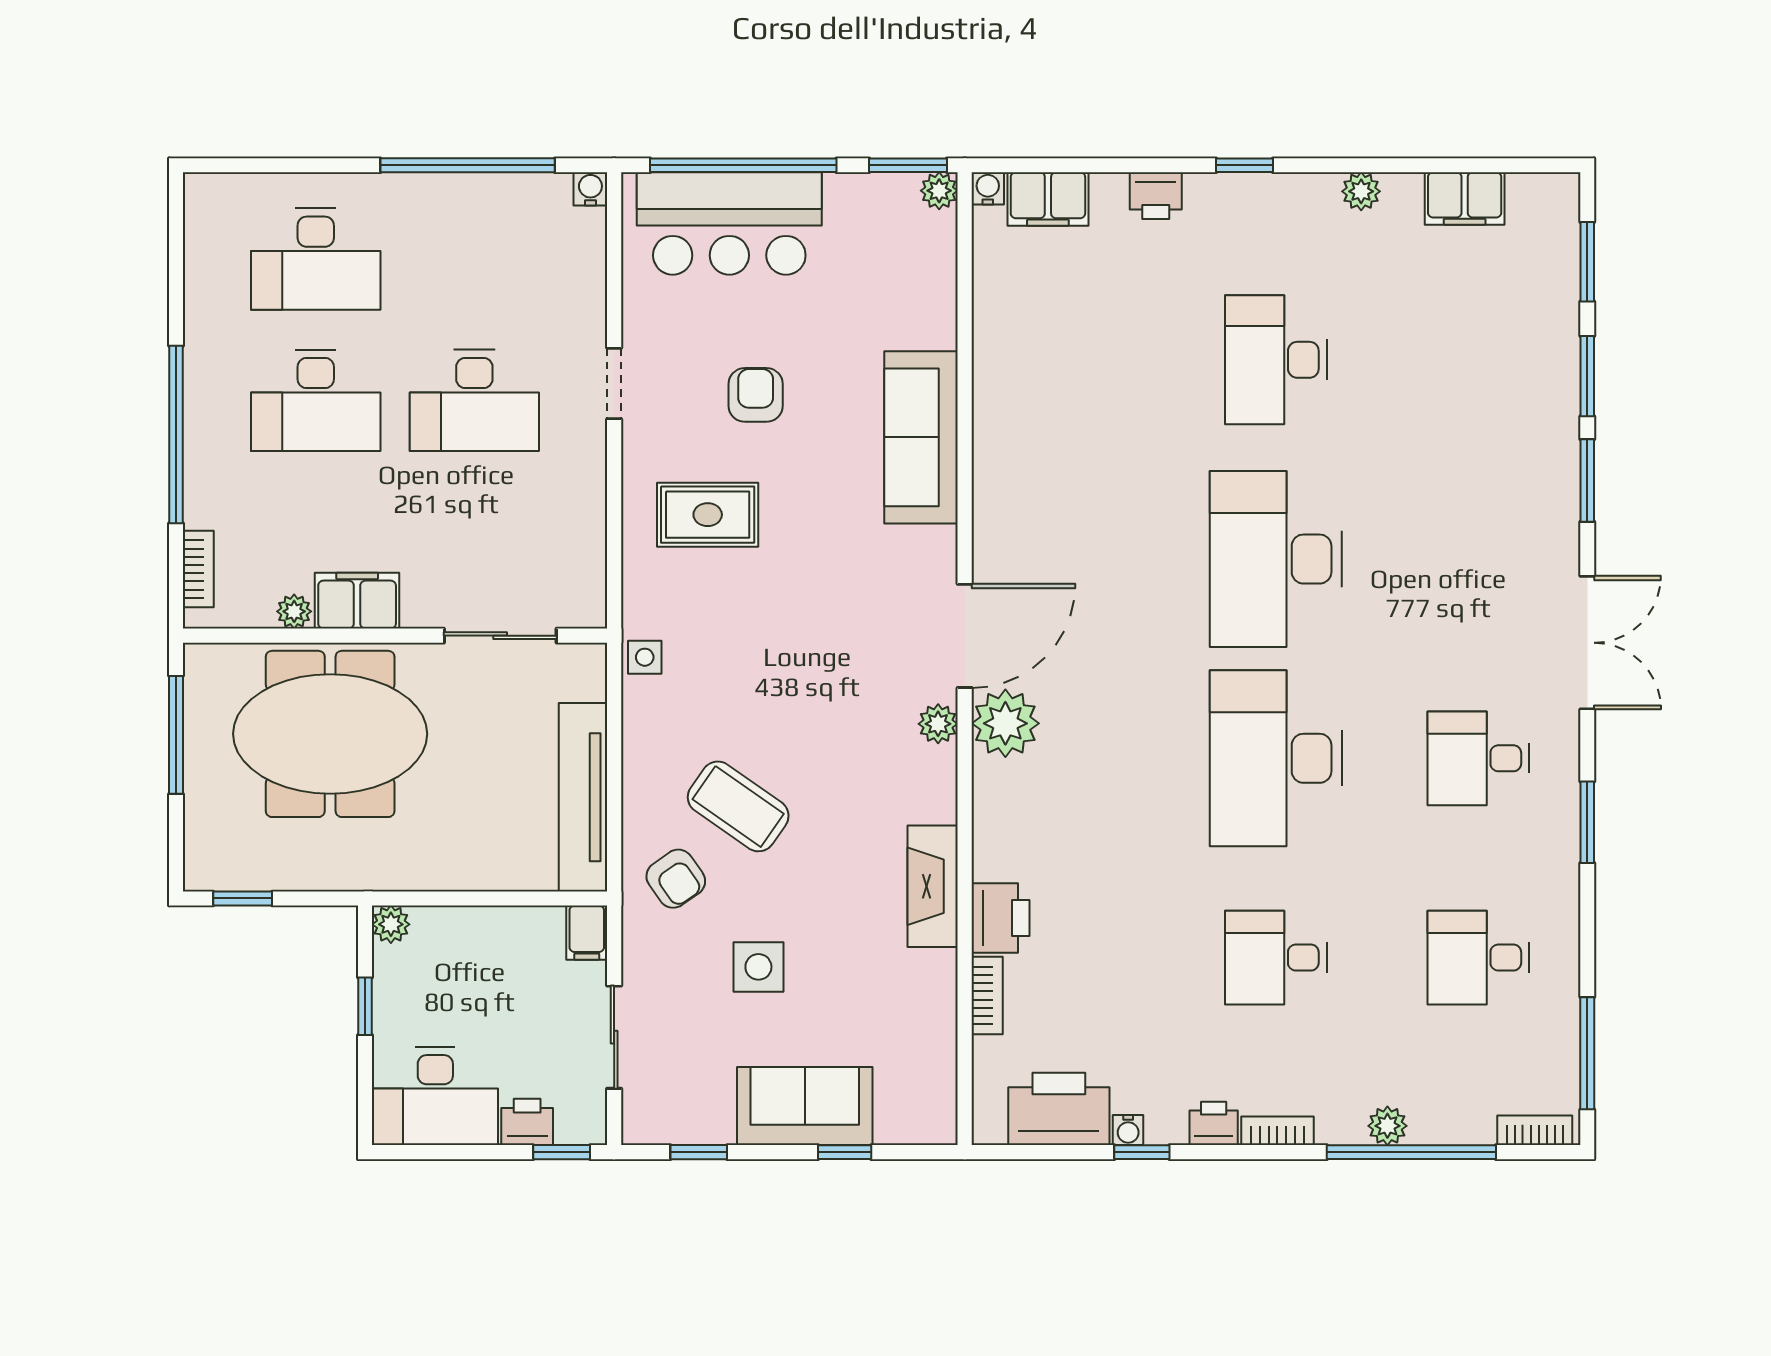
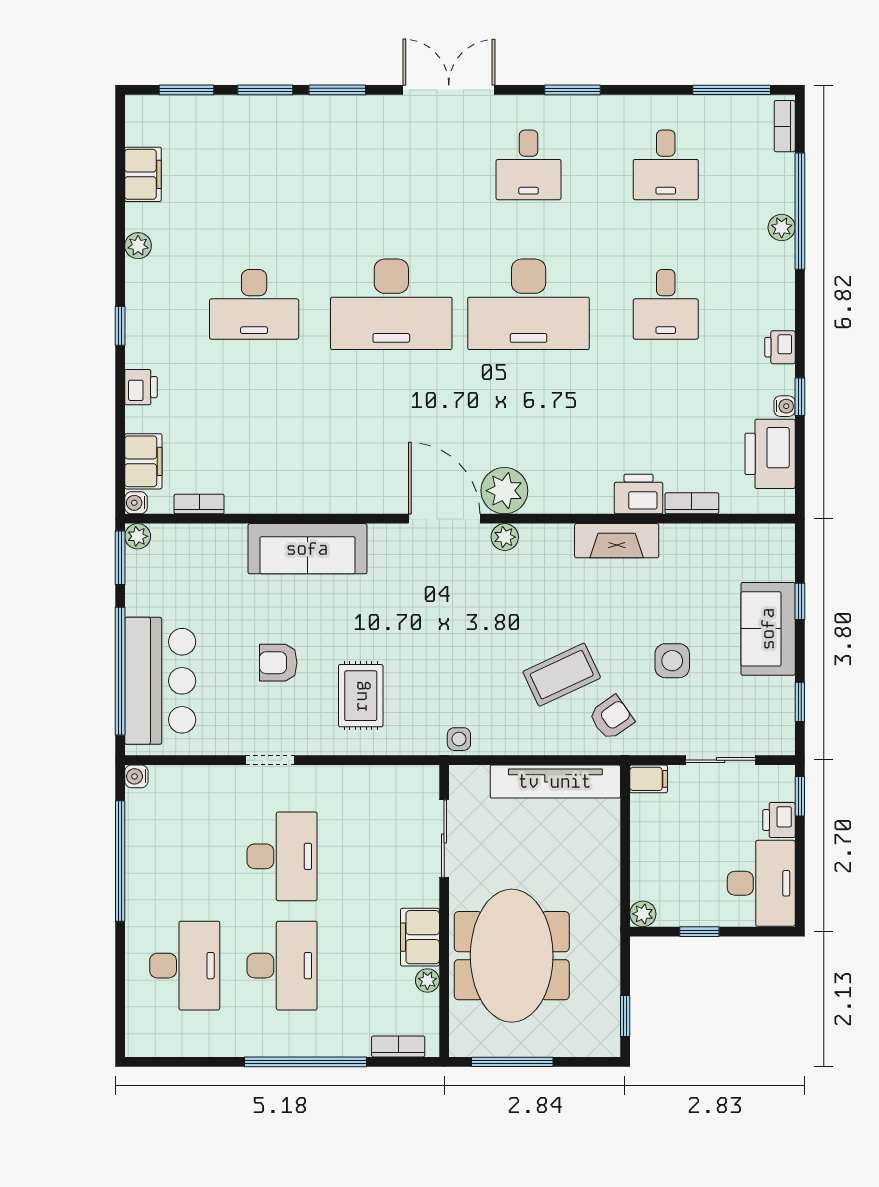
coffee table: (738, 806) -> (562, 675), turned 30
bookcase: (1277, 1131) -> (199, 504), moved, turned 90

